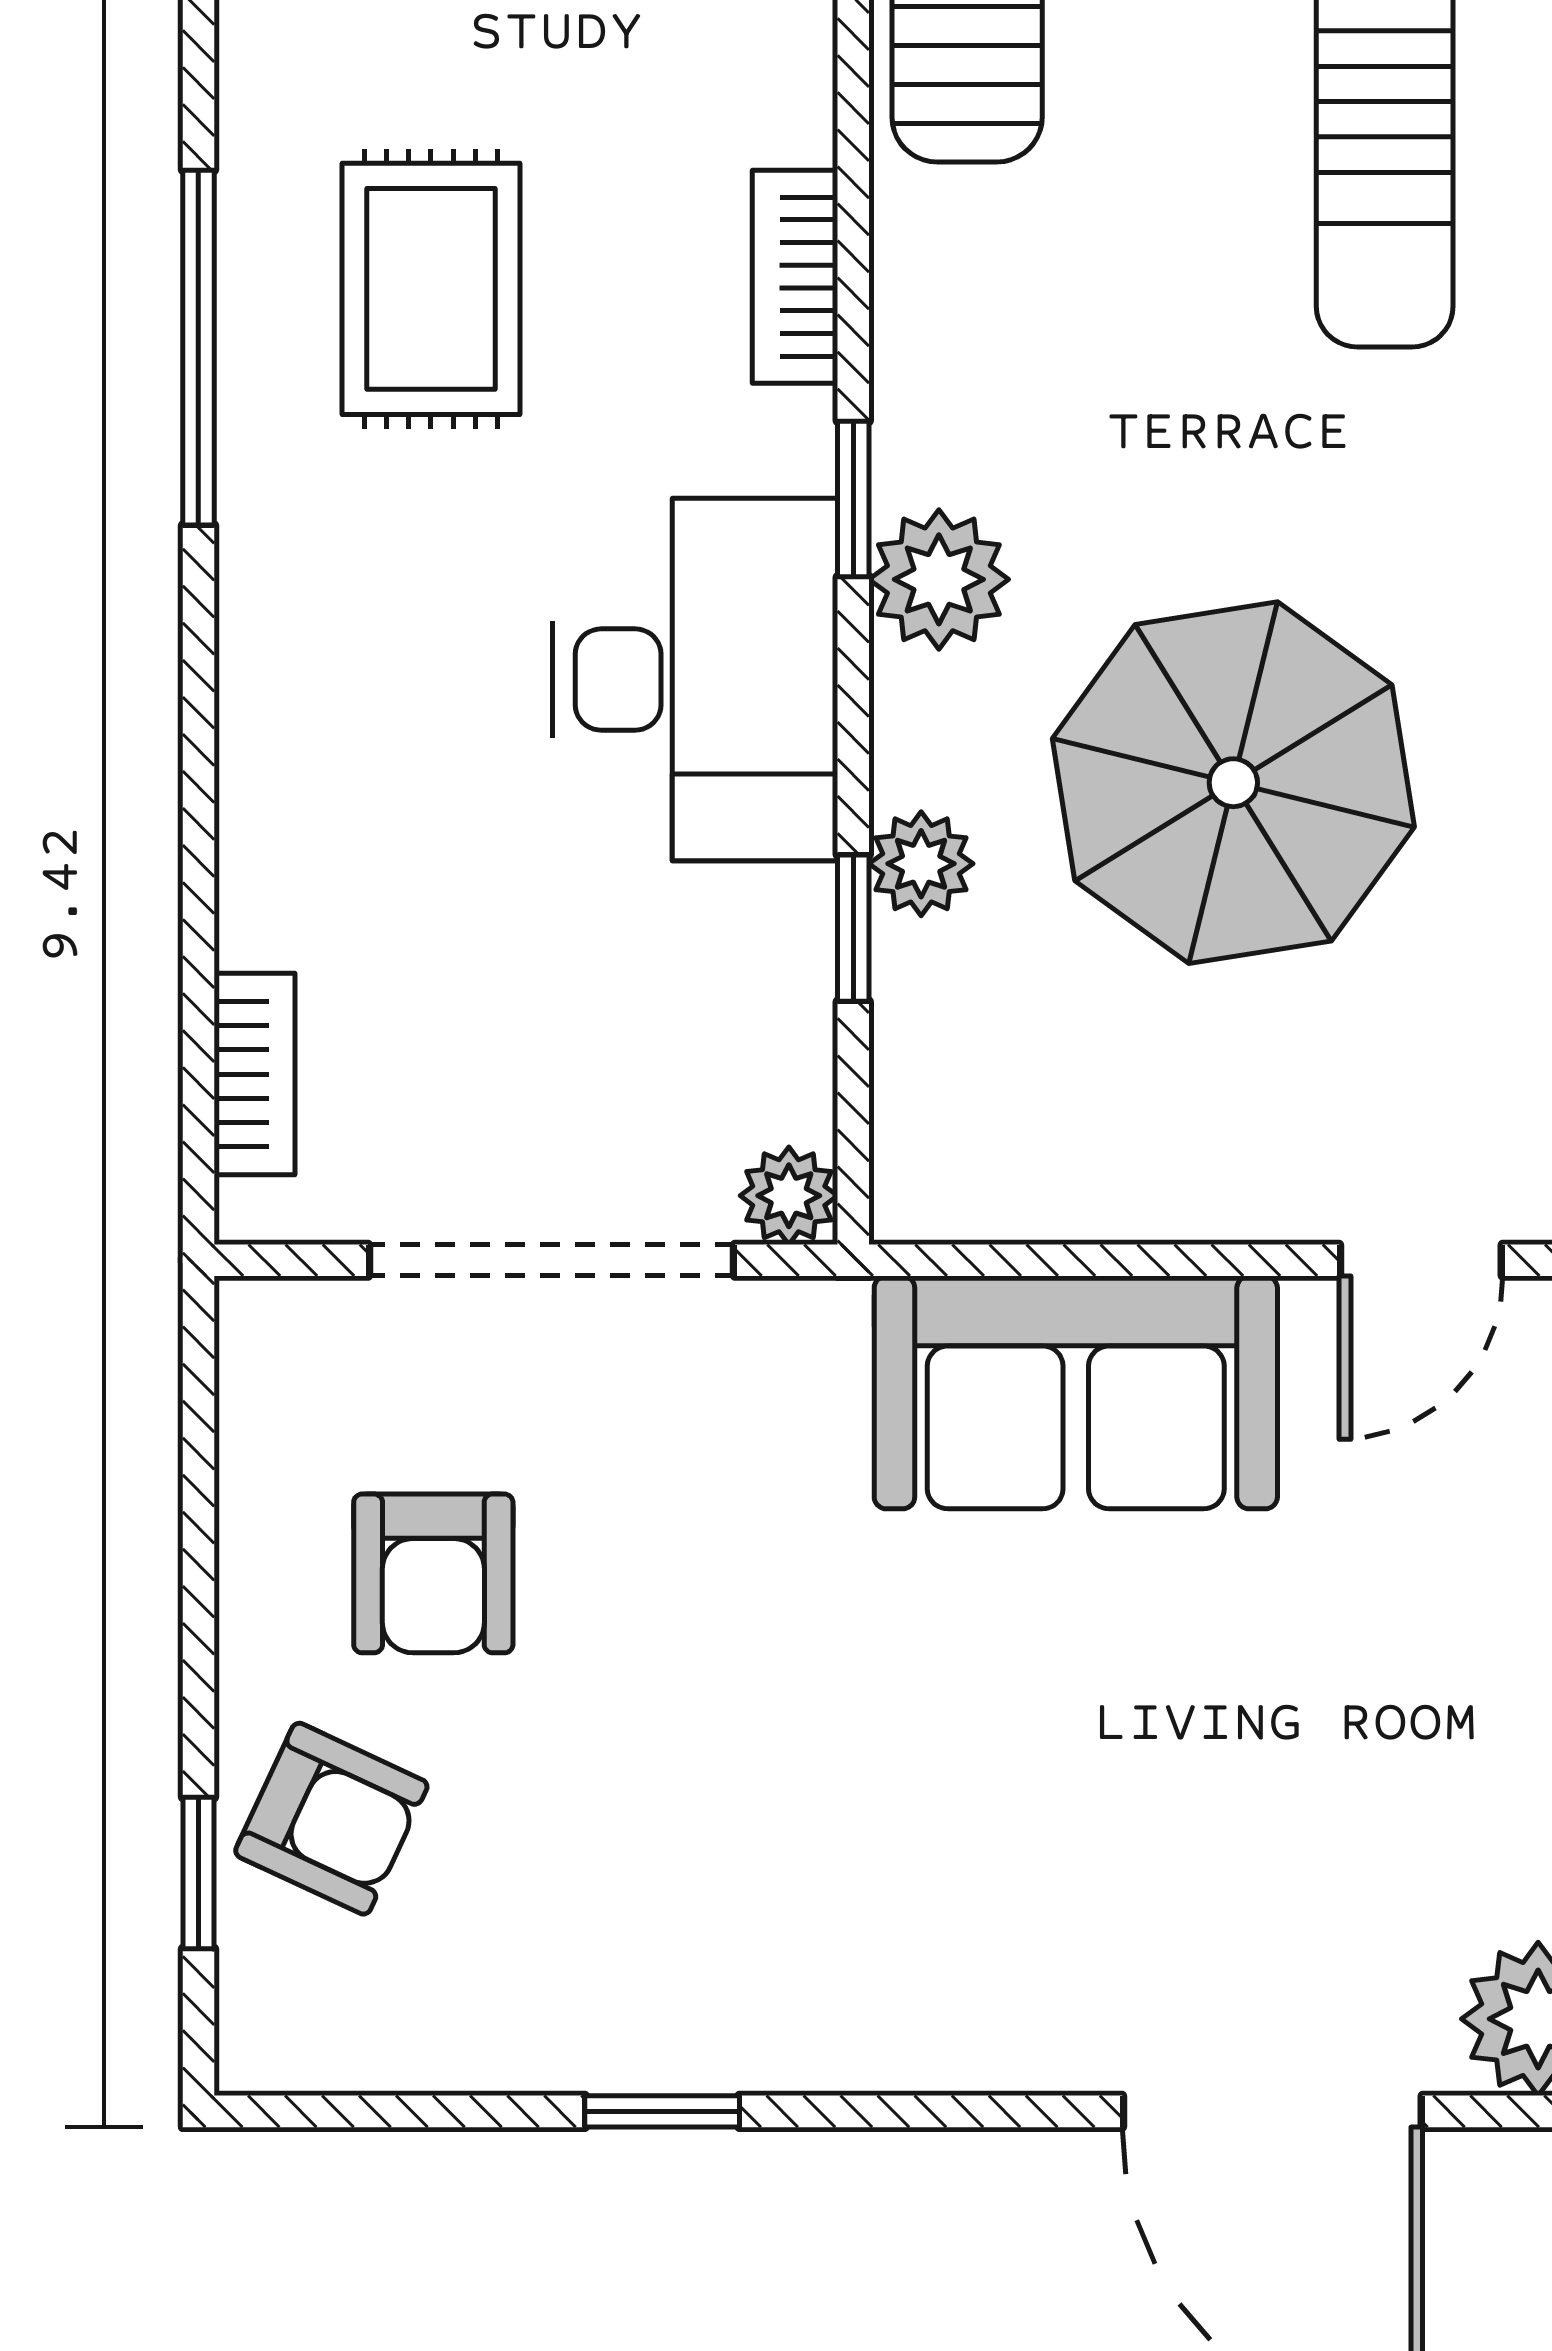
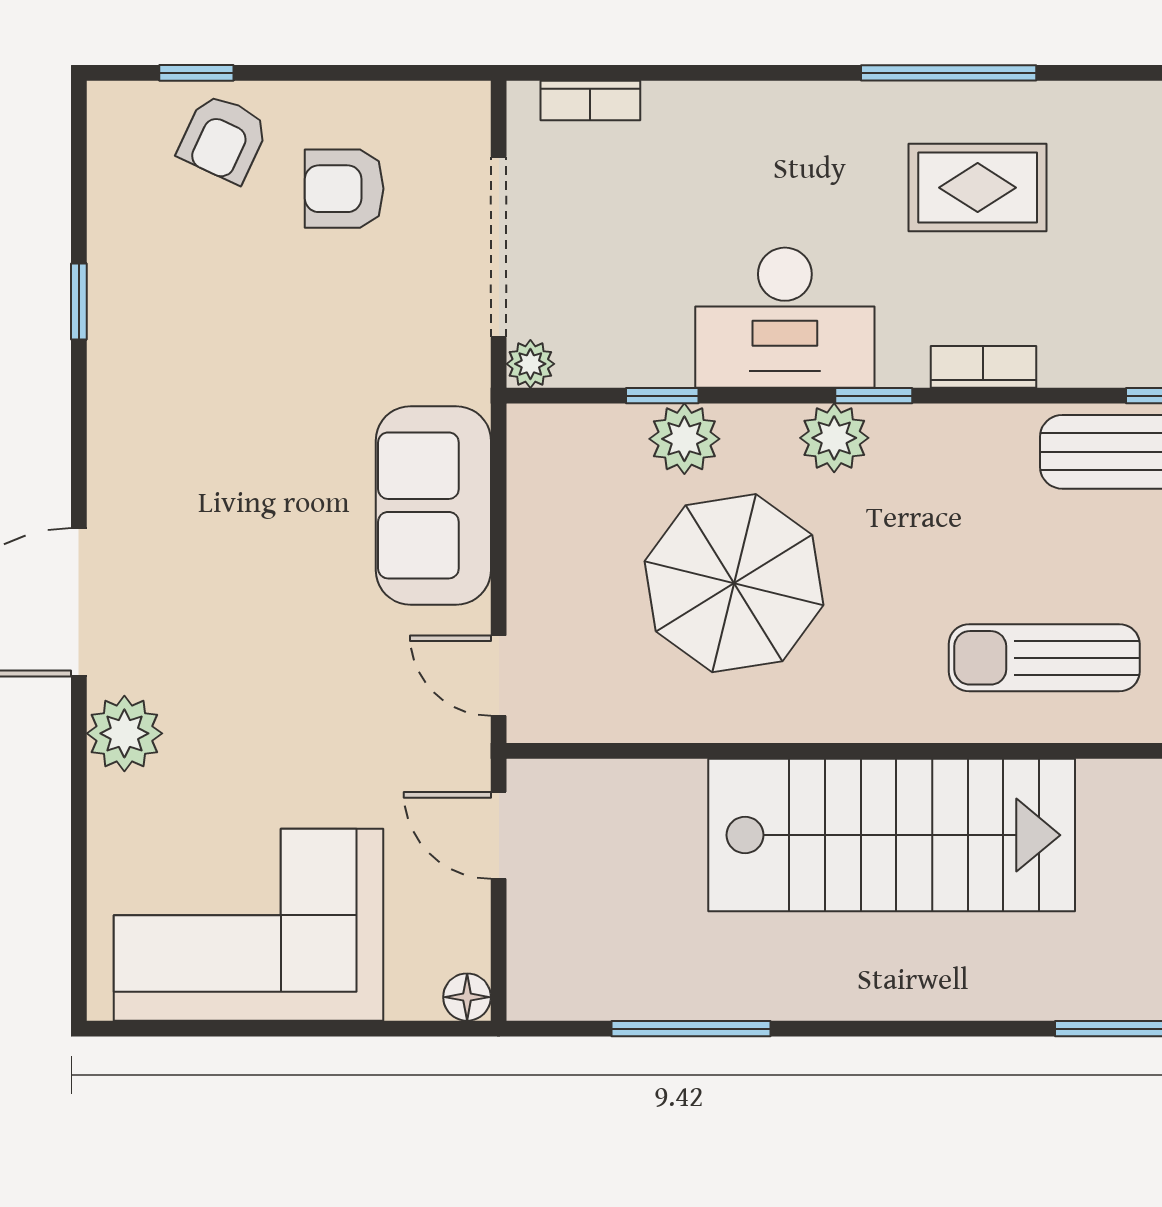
plant: (921, 864) -> (684, 439), width x1.38, depth x1.38

